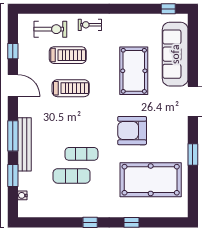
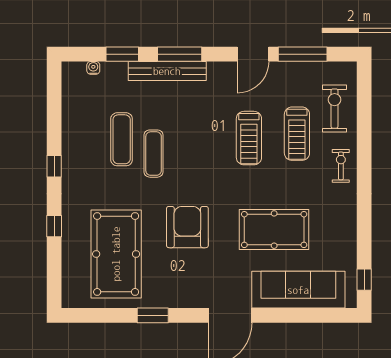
exercise bike: (50, 29) -> (335, 109), turned 180
window: (13, 51) -> (303, 54), width x2.17

